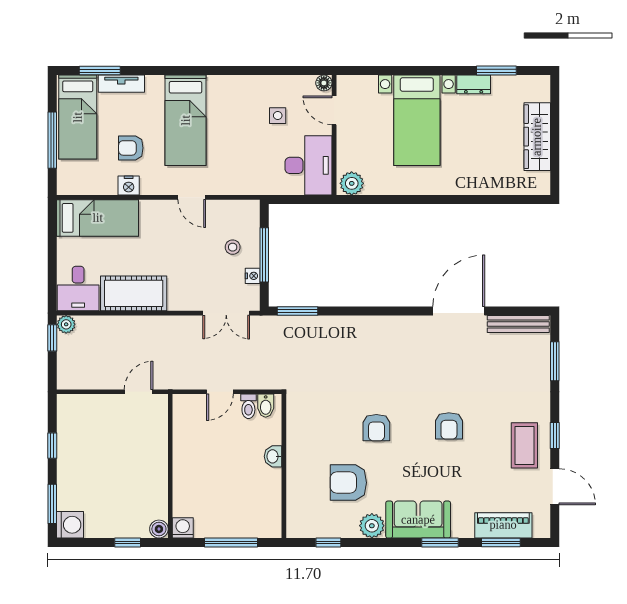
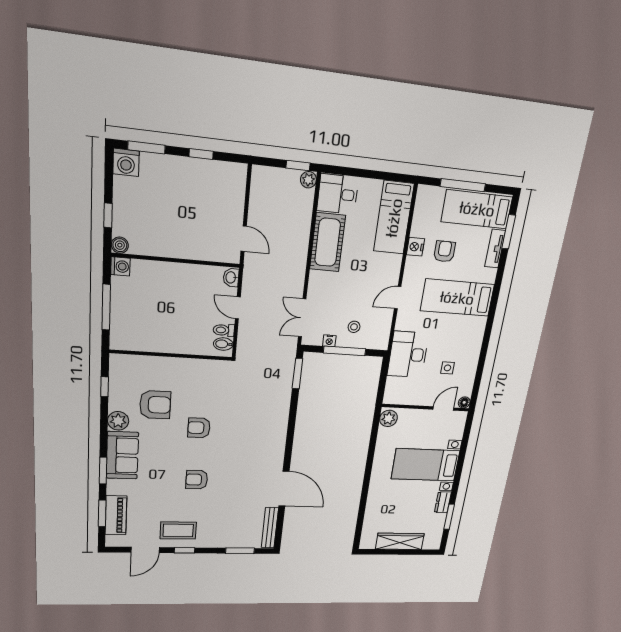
desk: (309, 165) -> (408, 354), moved, turned 90
washbasin: (273, 456) -> (231, 277), moved, turned -90
armchair: (348, 483) -> (155, 405), turned 90

